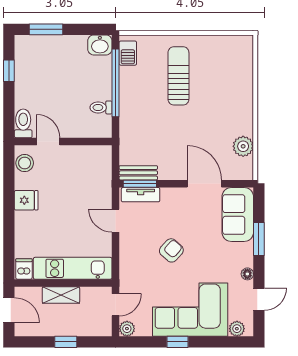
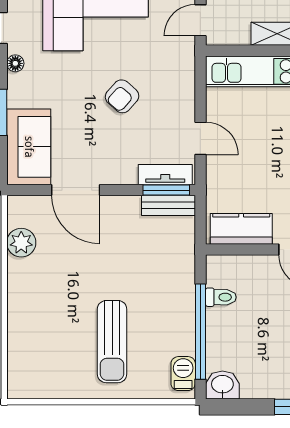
kitchen counter: (87, 156) -> (241, 229), added

